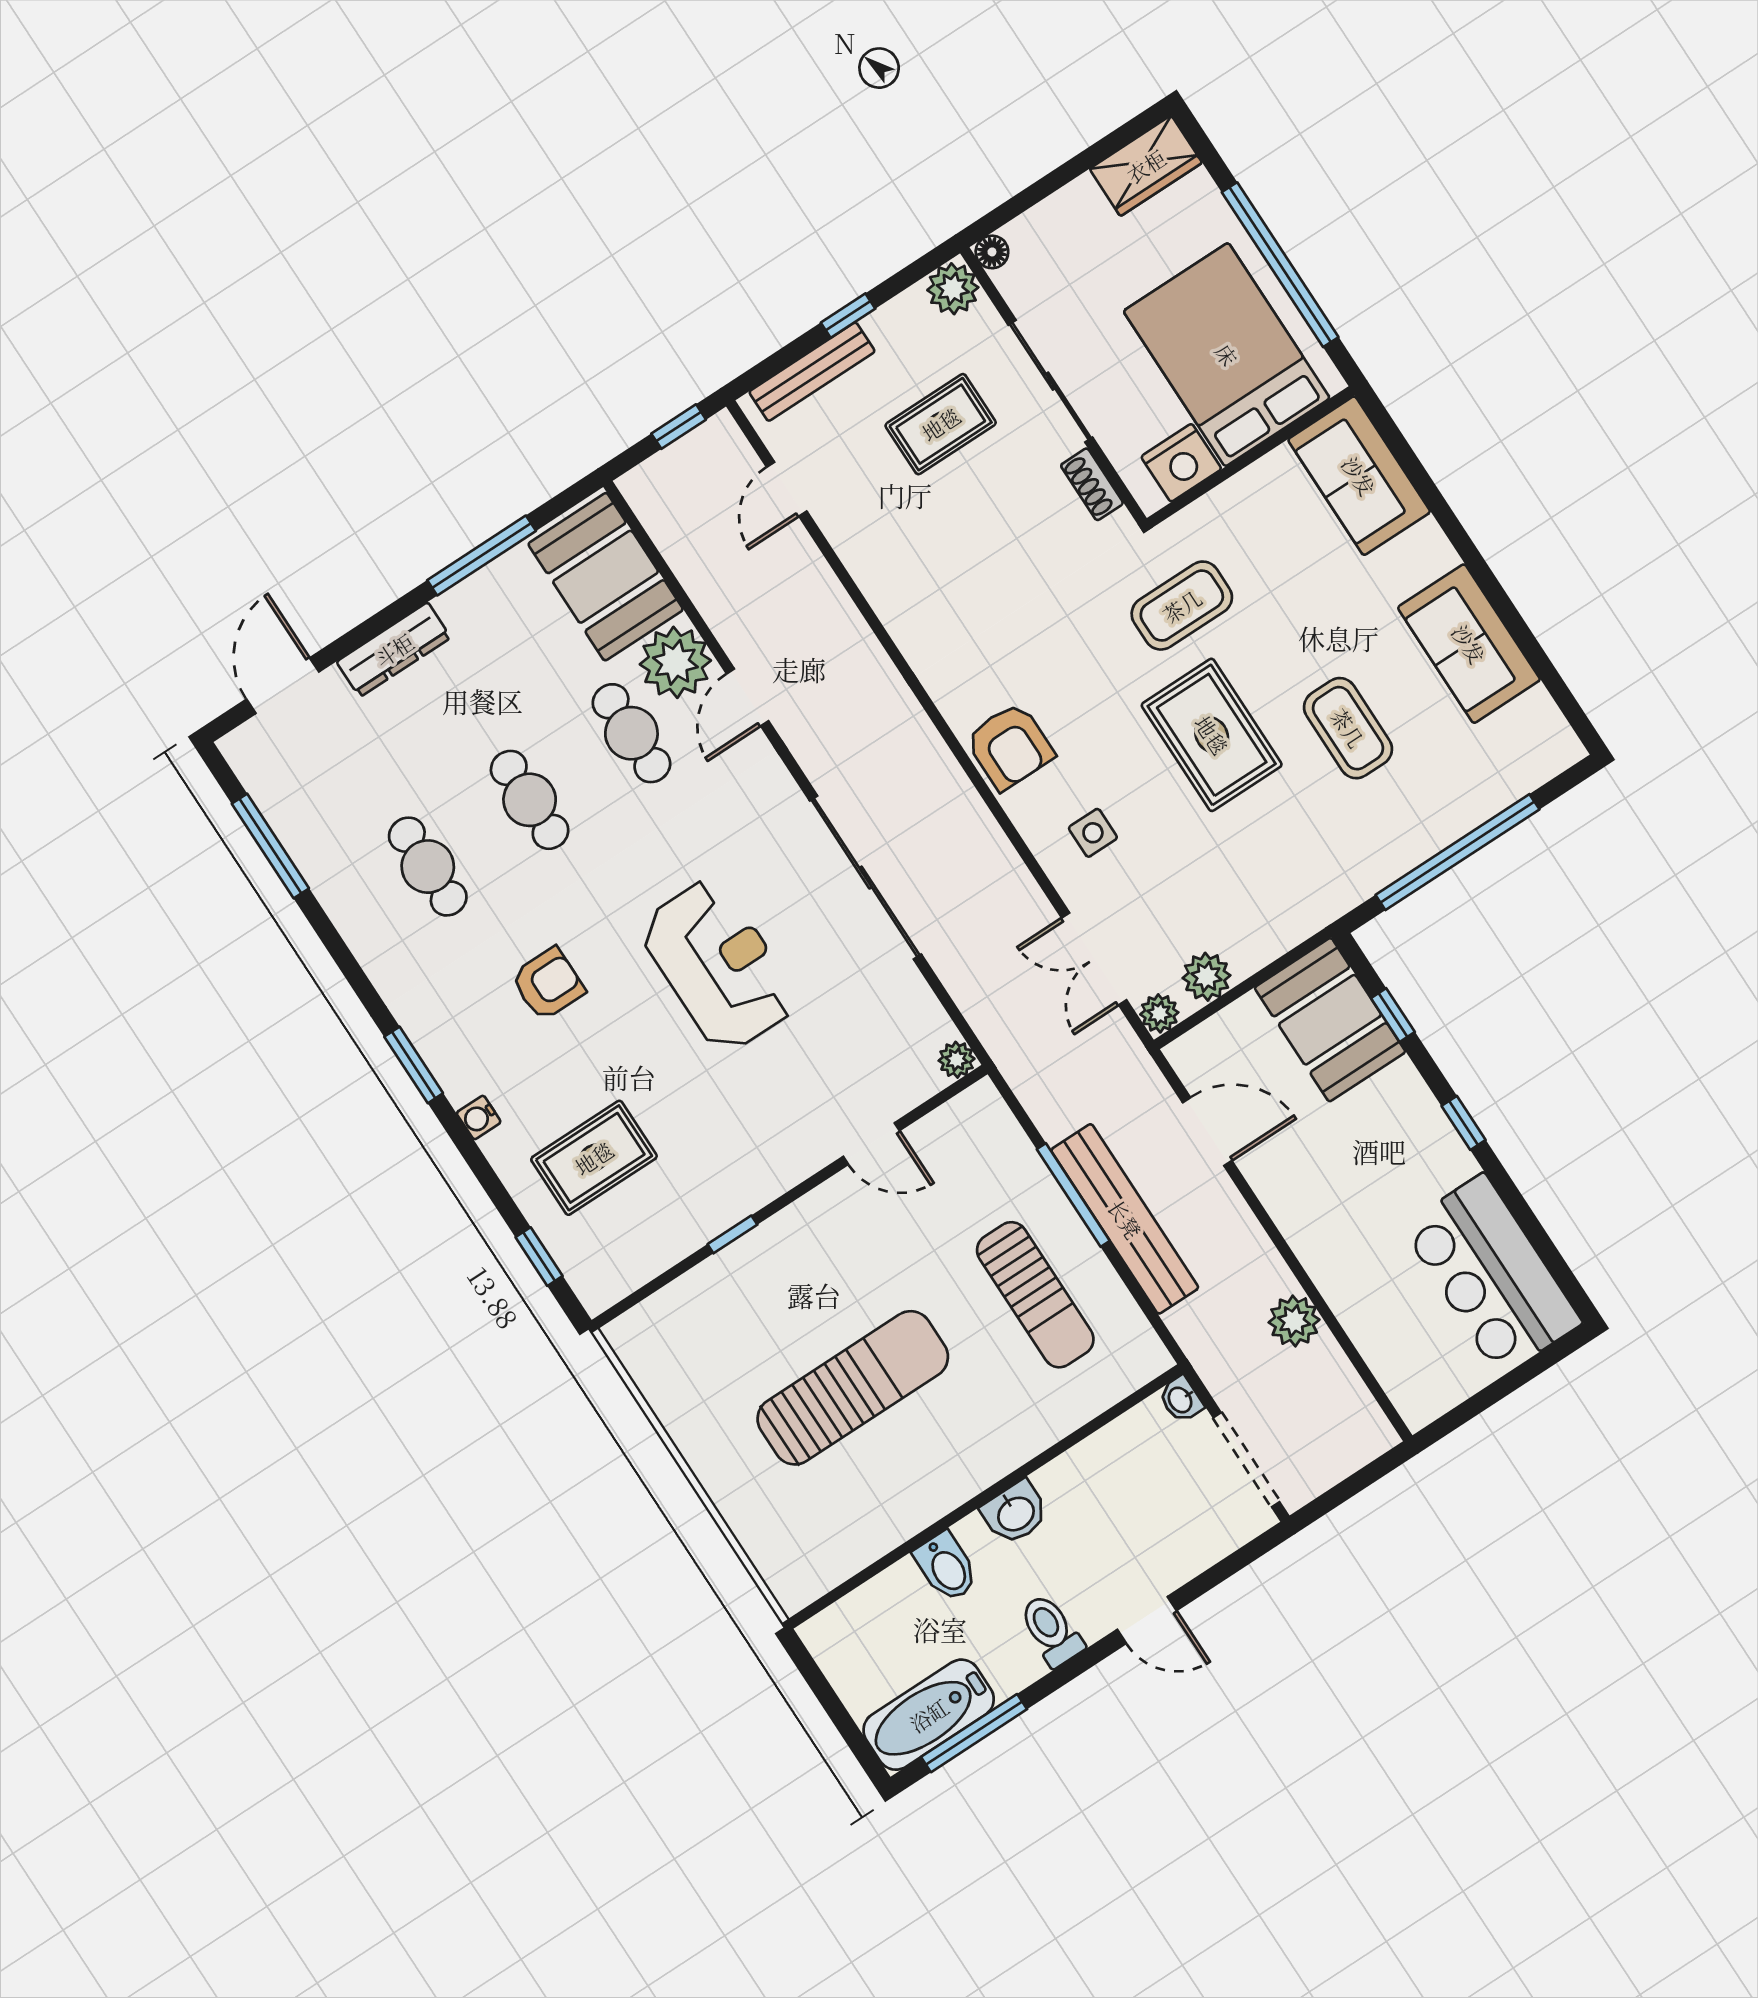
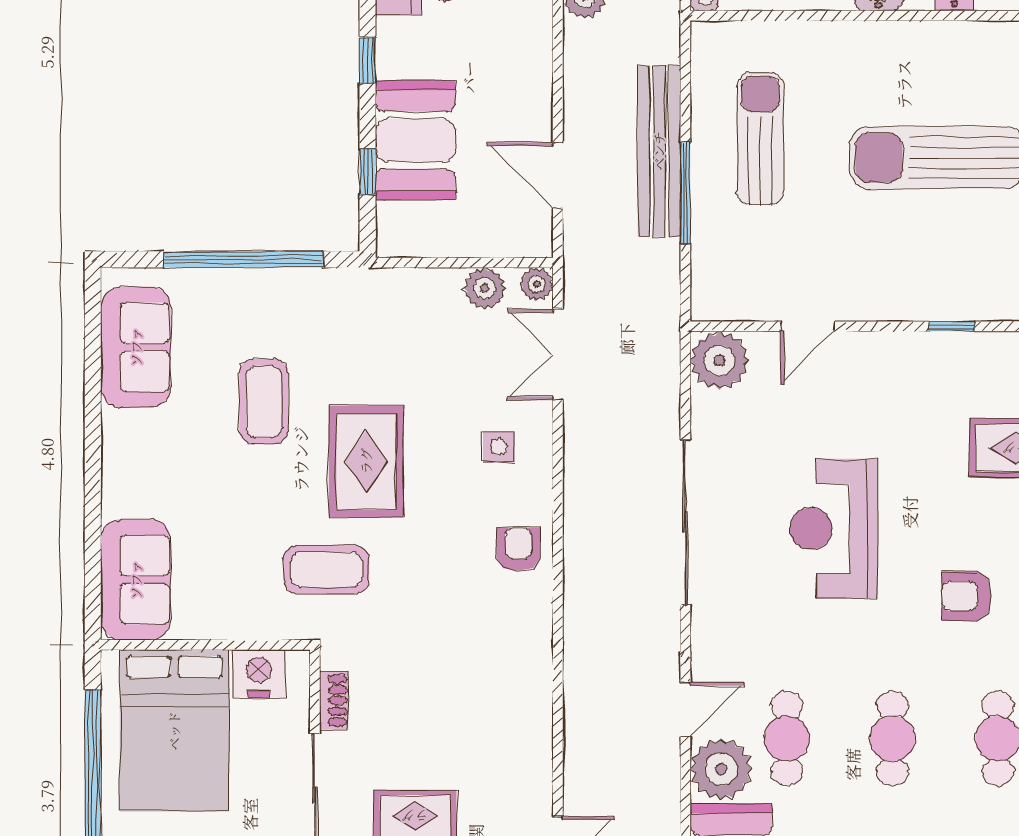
sofa: (1469, 644) -> (136, 347), moved
armchair: (1010, 746) -> (518, 549), width x0.72, depth x0.72
double door: (1094, 959) -> (558, 355), swing flipped
booth: (1330, 1020) -> (415, 140), moved
plant: (957, 1060) -> (719, 360), width x1.87, depth x1.87
door: (871, 1144) -> (808, 326), swing flipped

